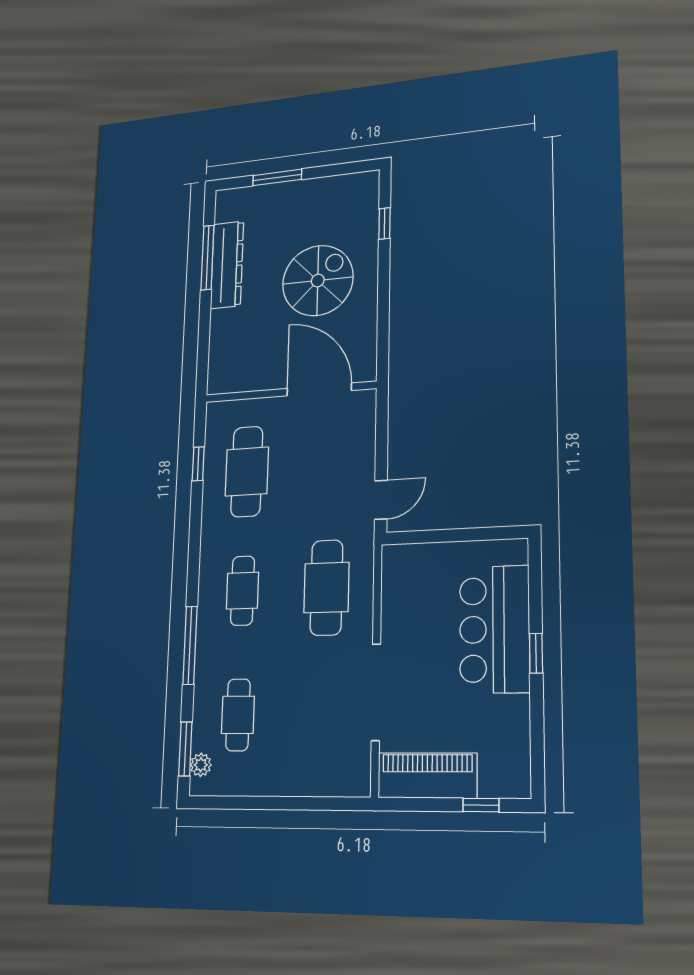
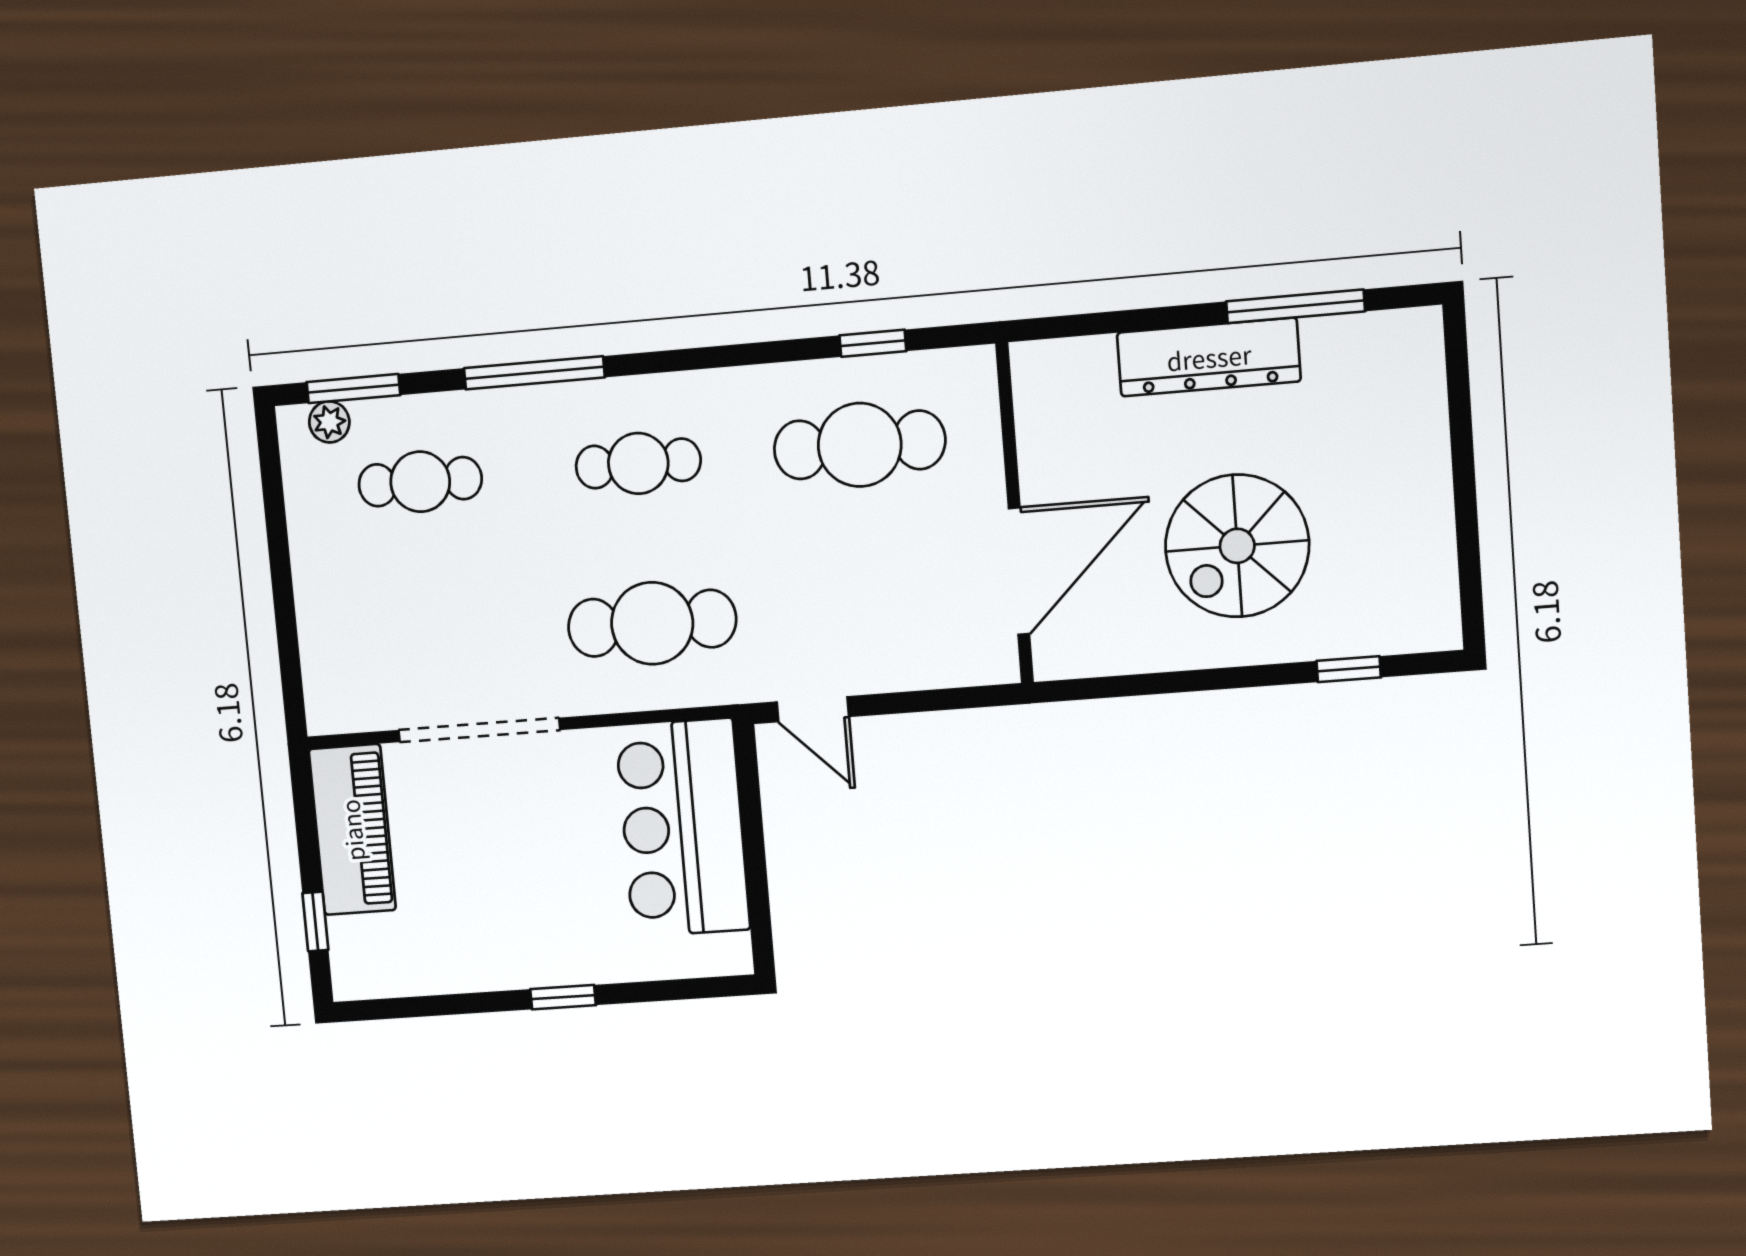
window: (277, 177) -> (1461, 437), removed
dresser: (227, 265) -> (1209, 357), moved
spiral stairs: (318, 281) -> (1237, 546), turned 90
bar counter: (494, 629) -> (683, 828), moved, turned -90

